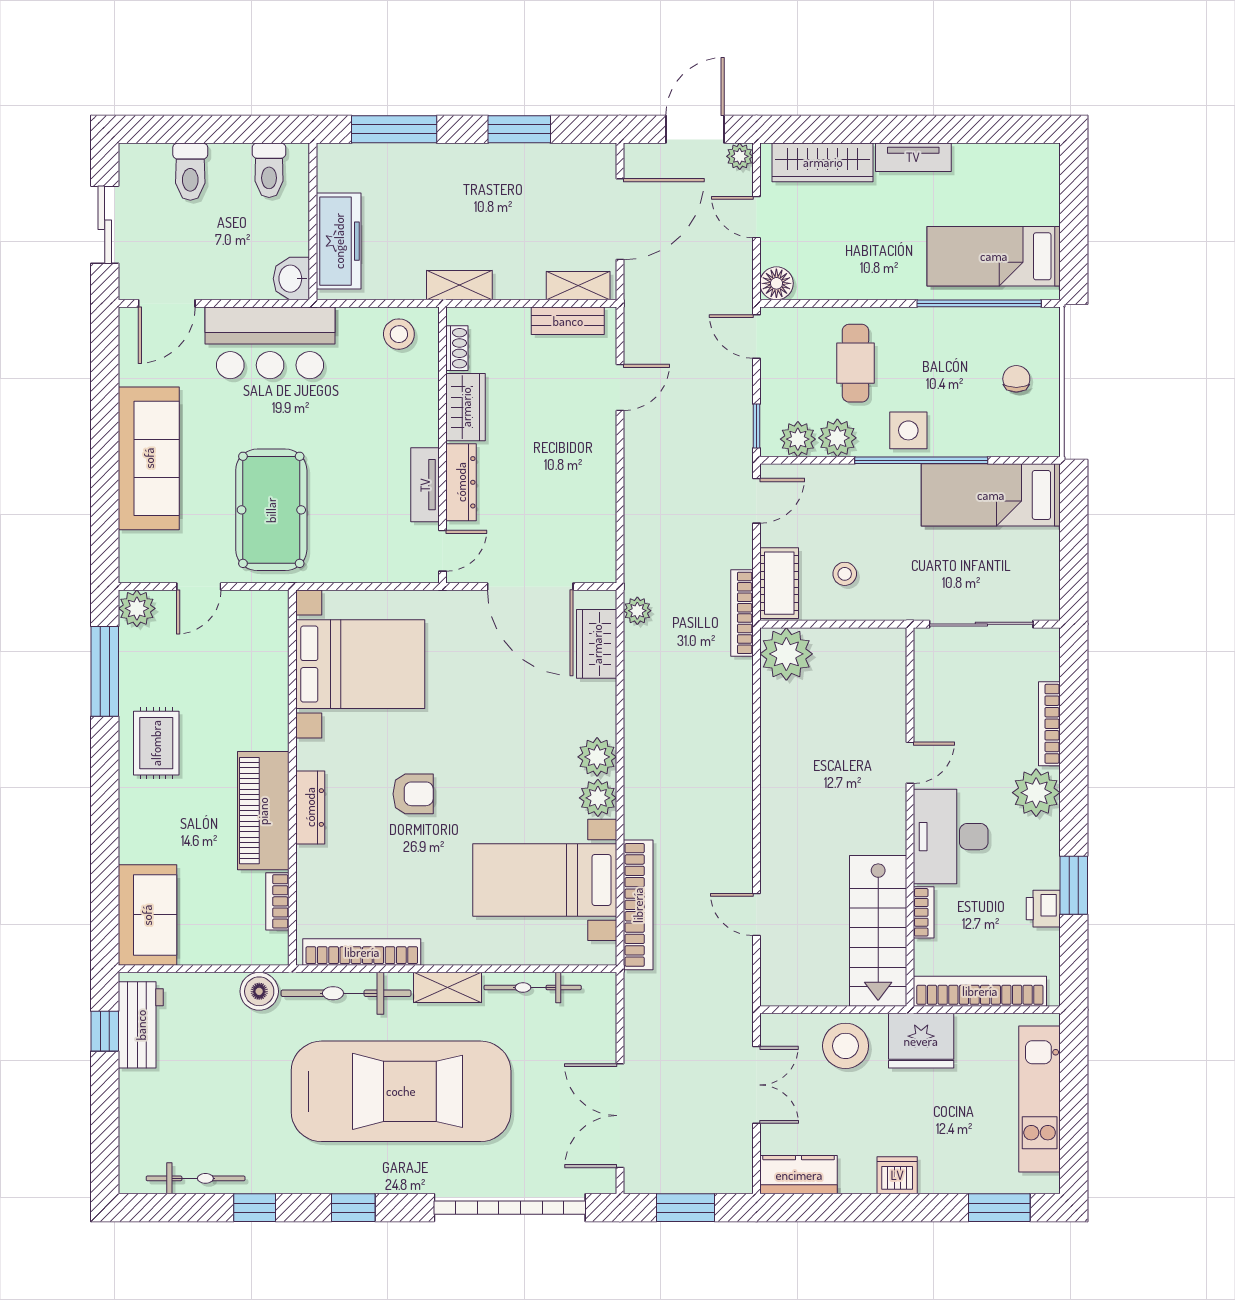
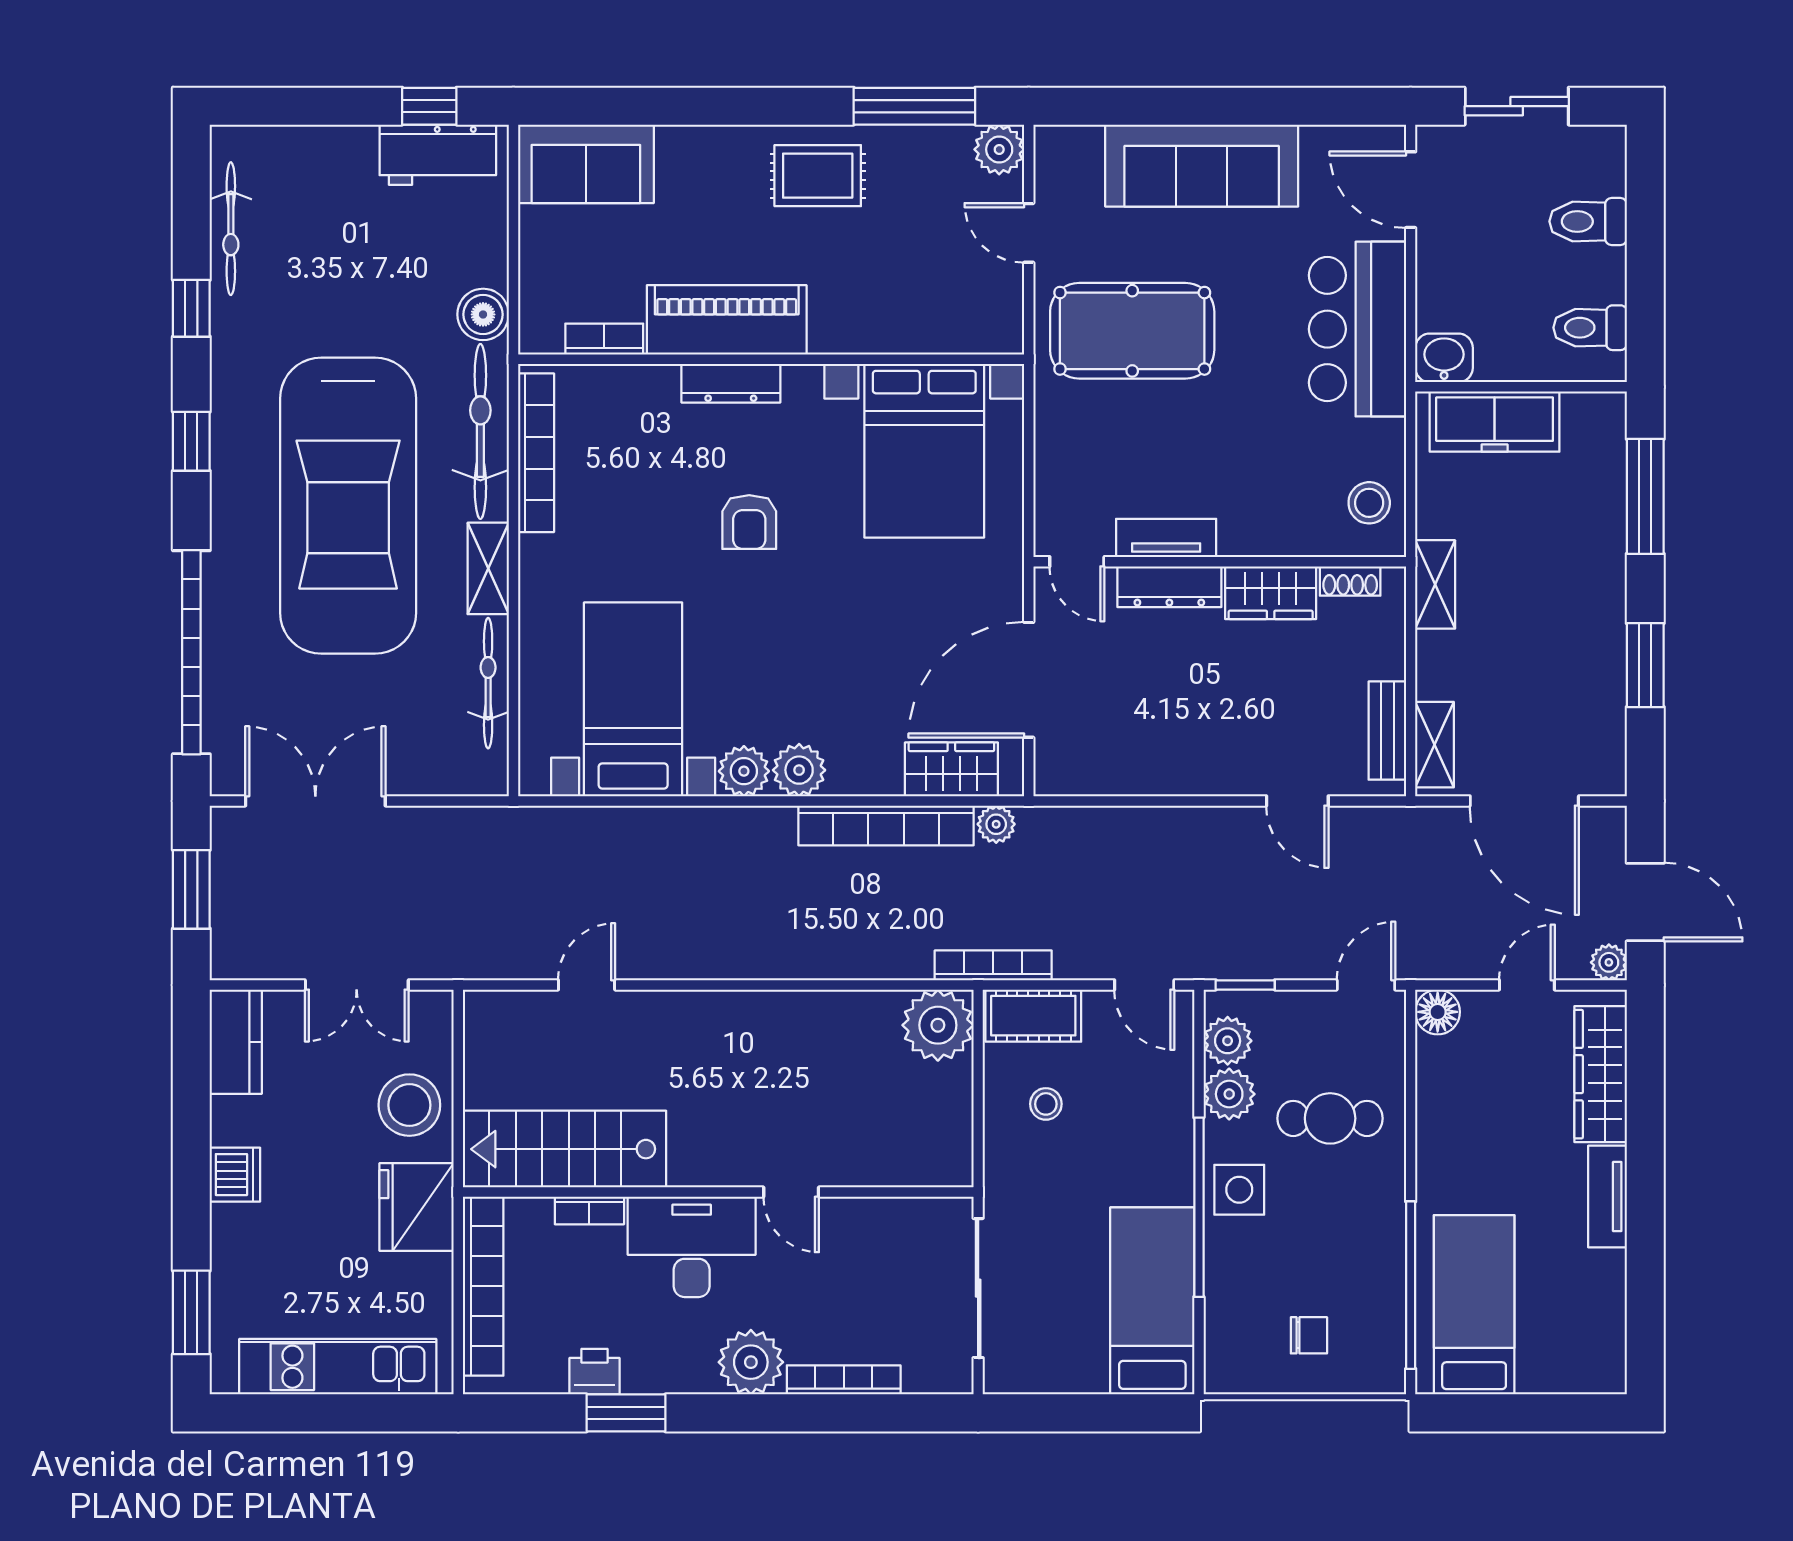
bookcase: (638, 905) -> (886, 825), moved

